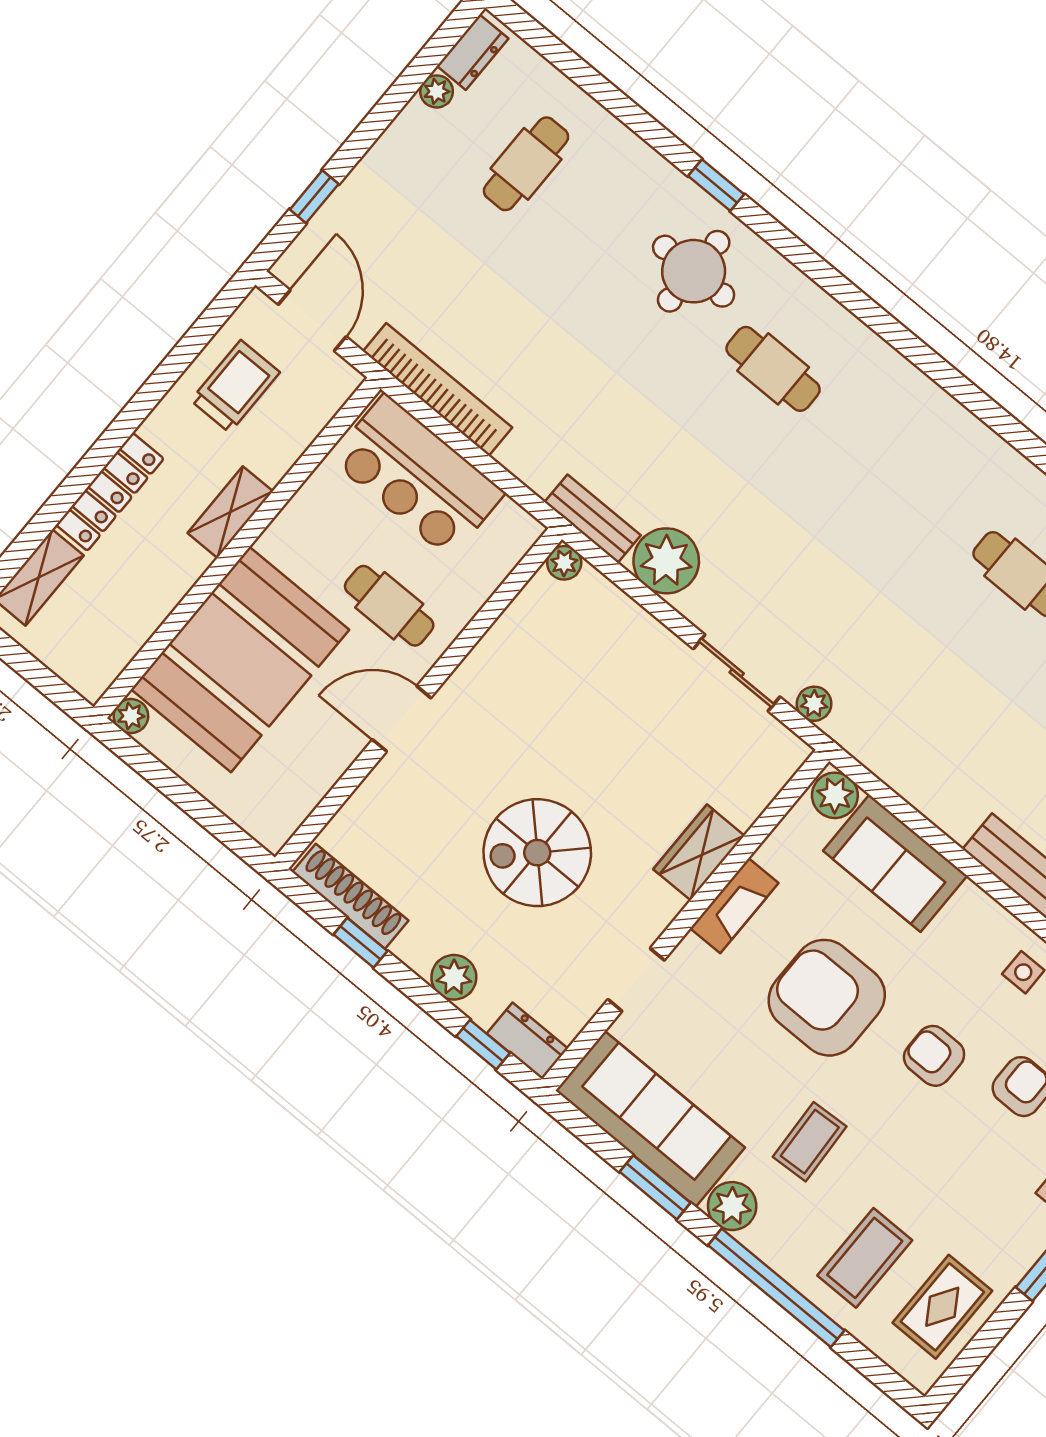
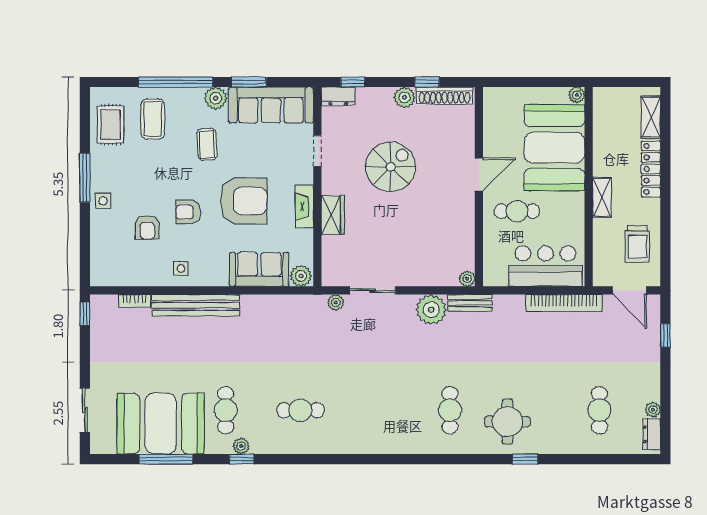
cafe table: (773, 369) -> (450, 410), turned 90
plant: (454, 977) -> (404, 97), moved
armchair: (934, 1056) -> (188, 212), turned 180

